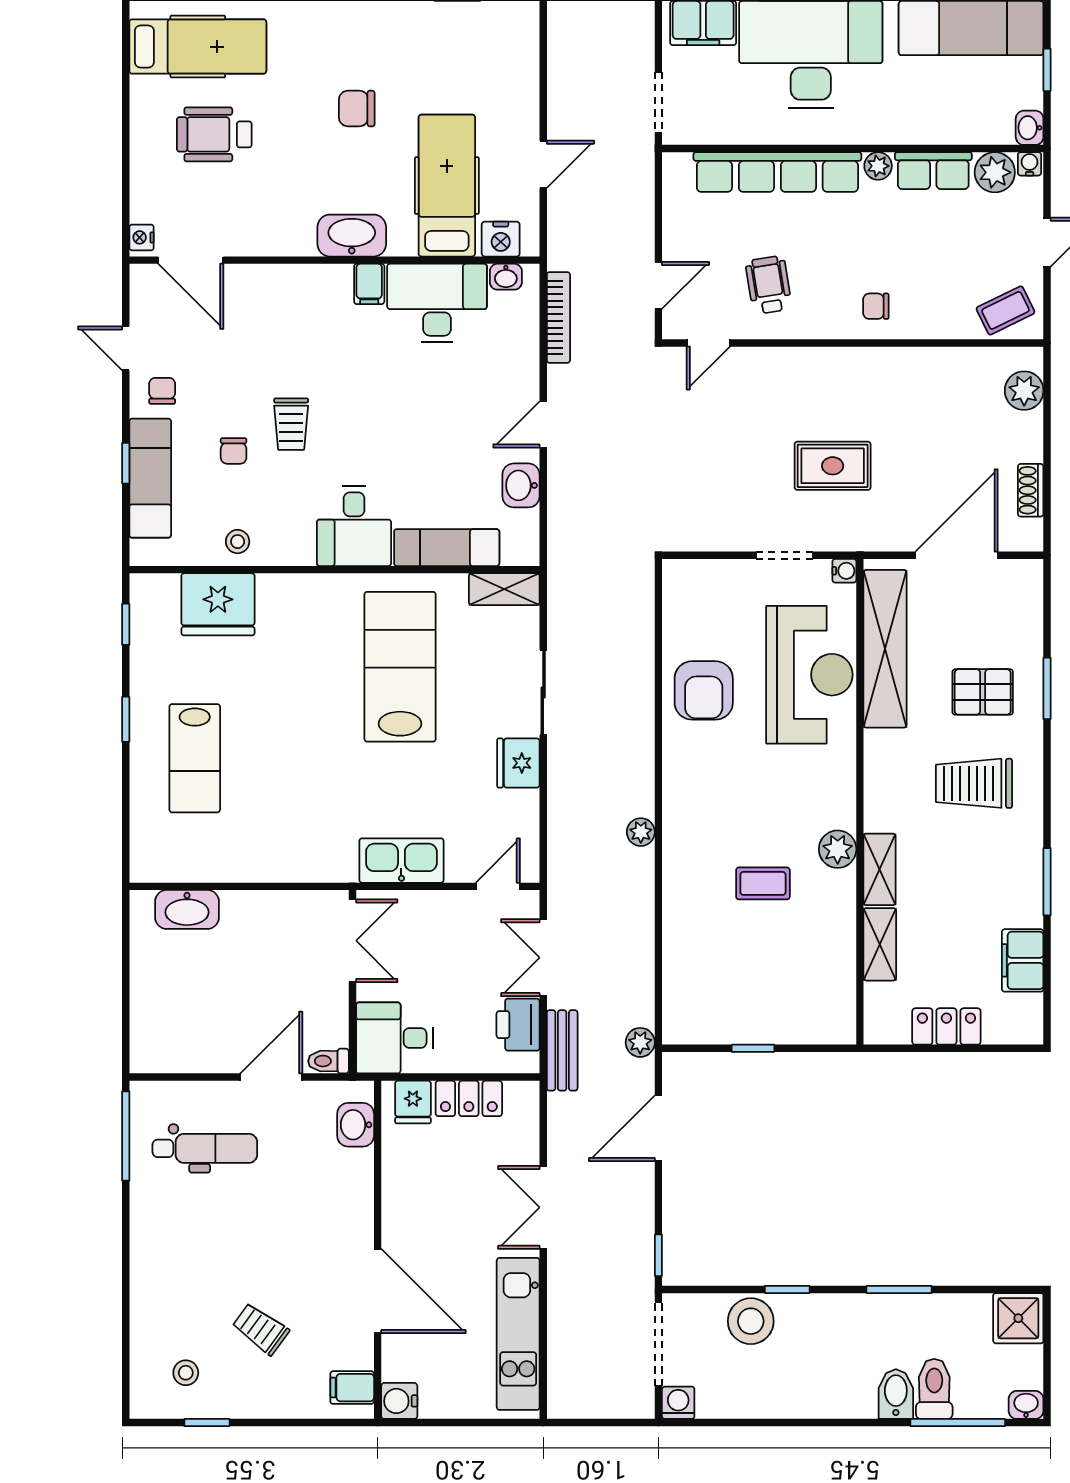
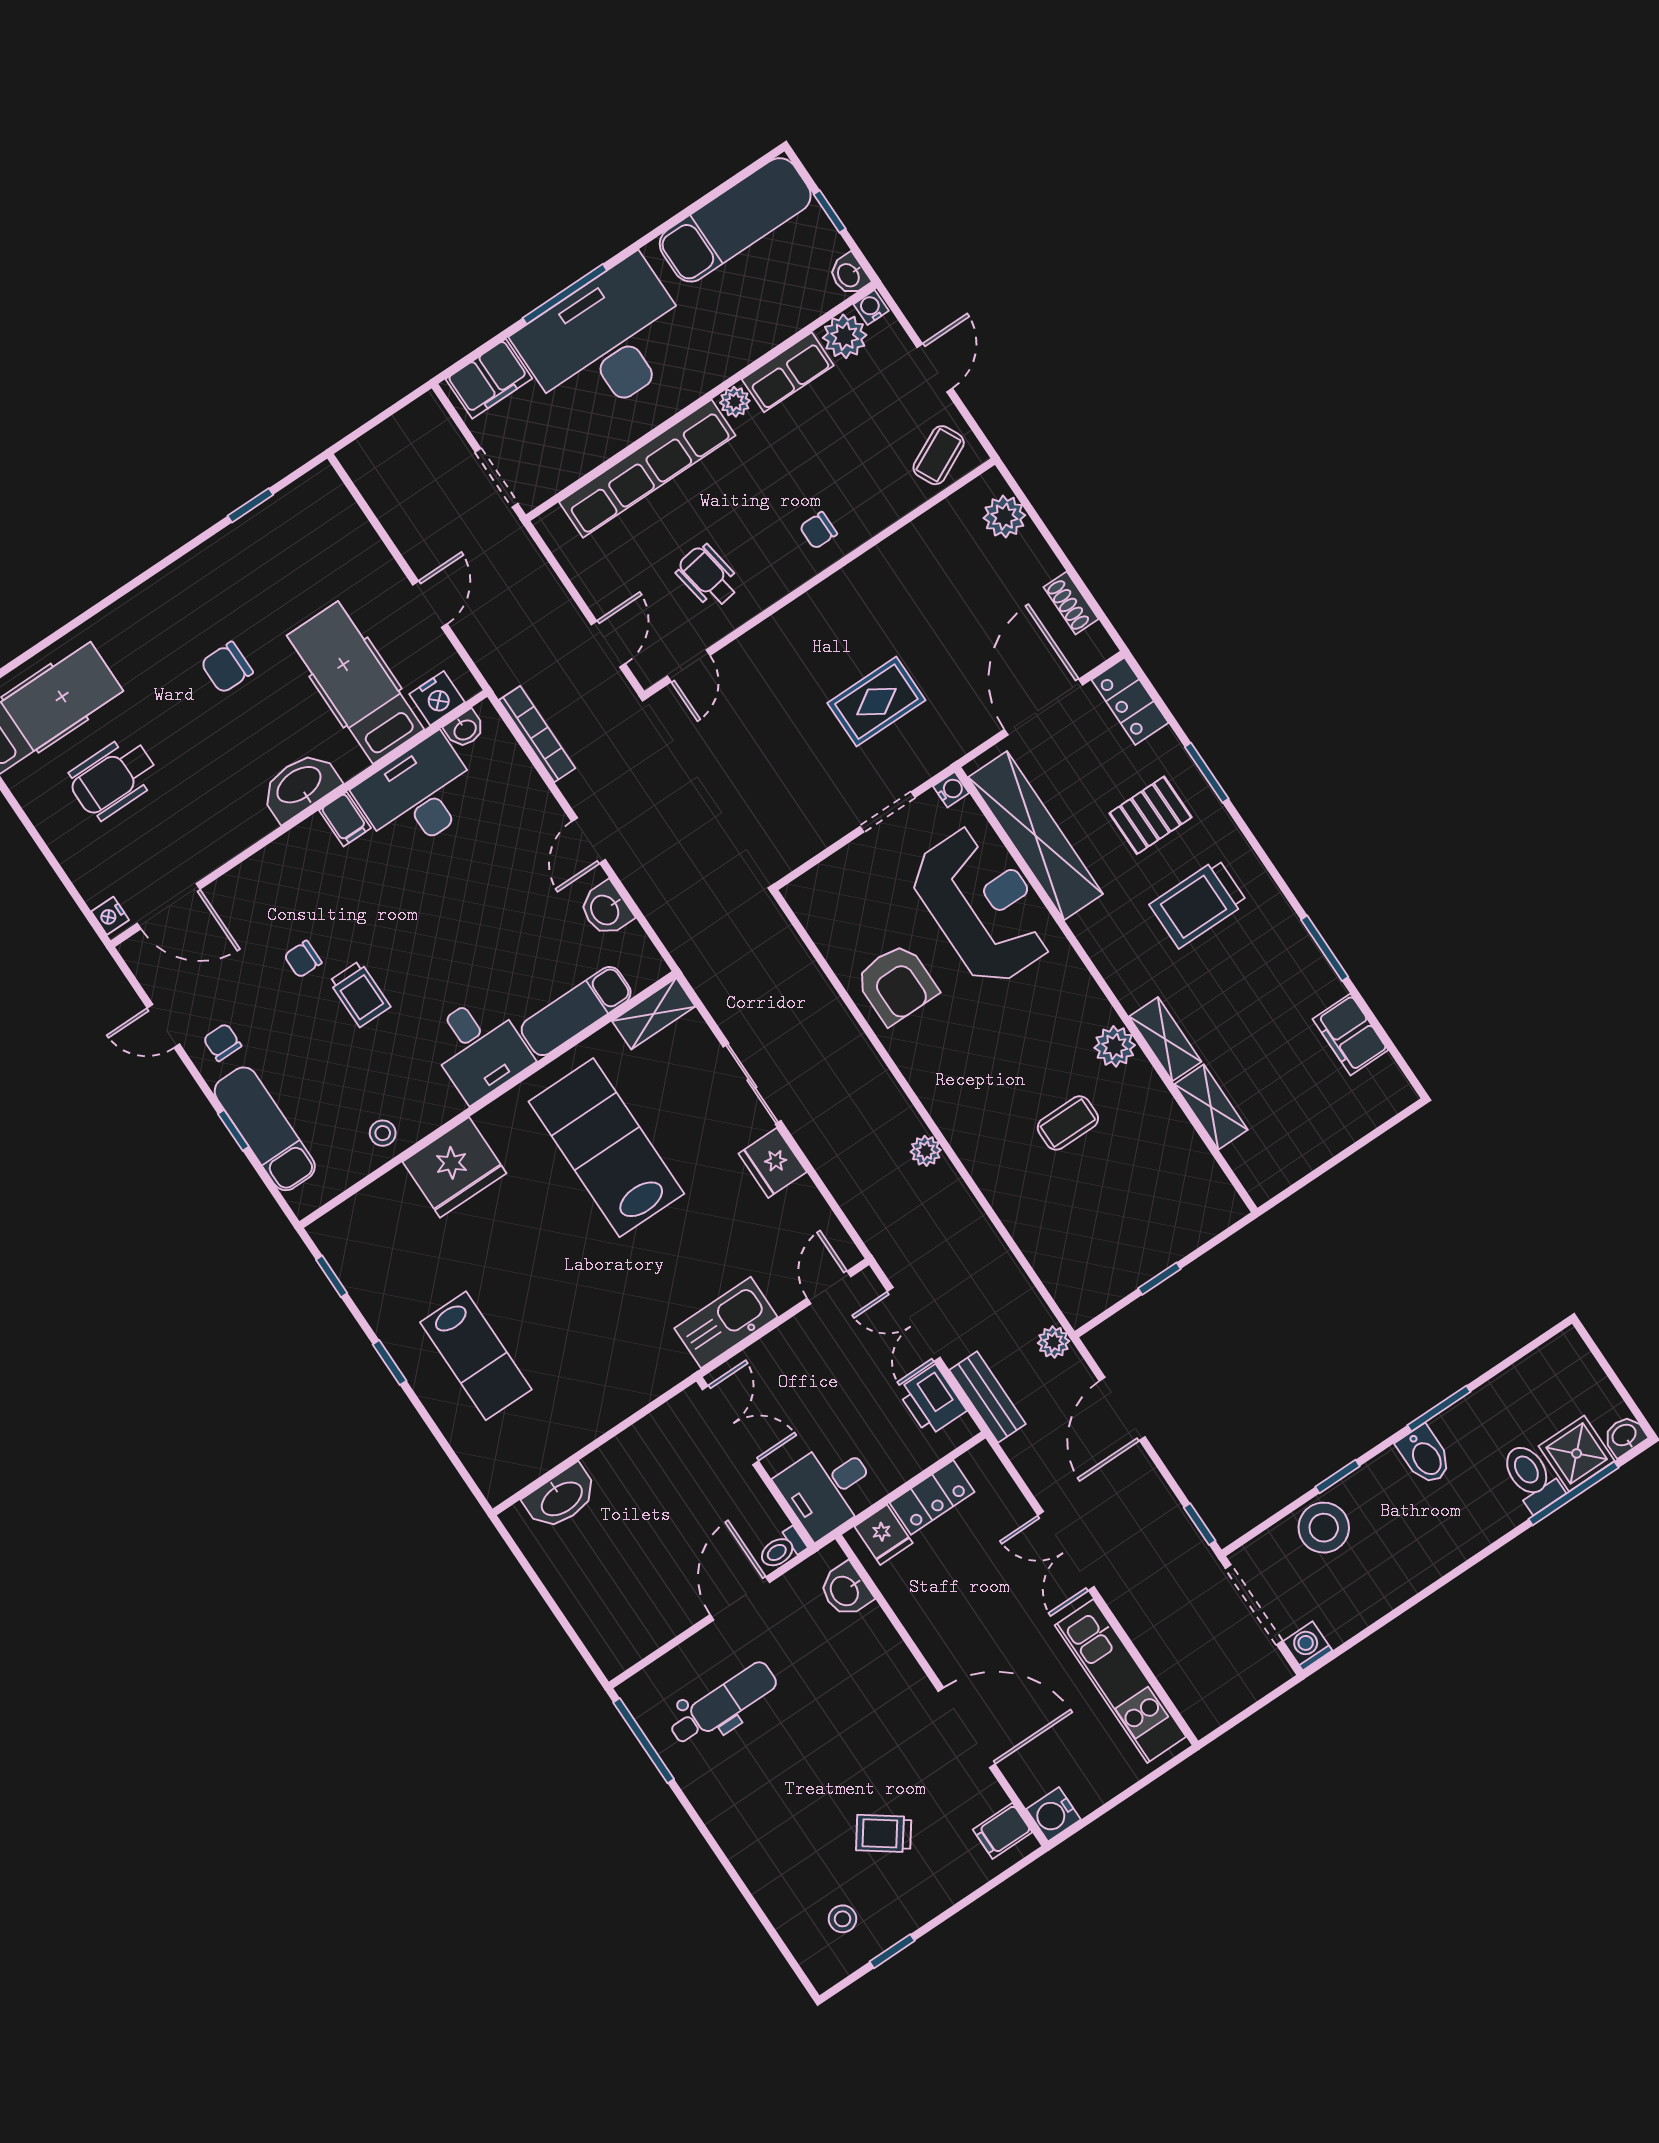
chair: (234, 451) -> (303, 959), moved, turned 90
fridge: (218, 604) -> (455, 1167), moved
locker: (946, 1026) -> (1130, 701), moved, turned -90
shower: (1018, 1318) -> (1577, 1453), moved
bidet: (896, 1394) -> (1425, 1455), moved, turned 180

